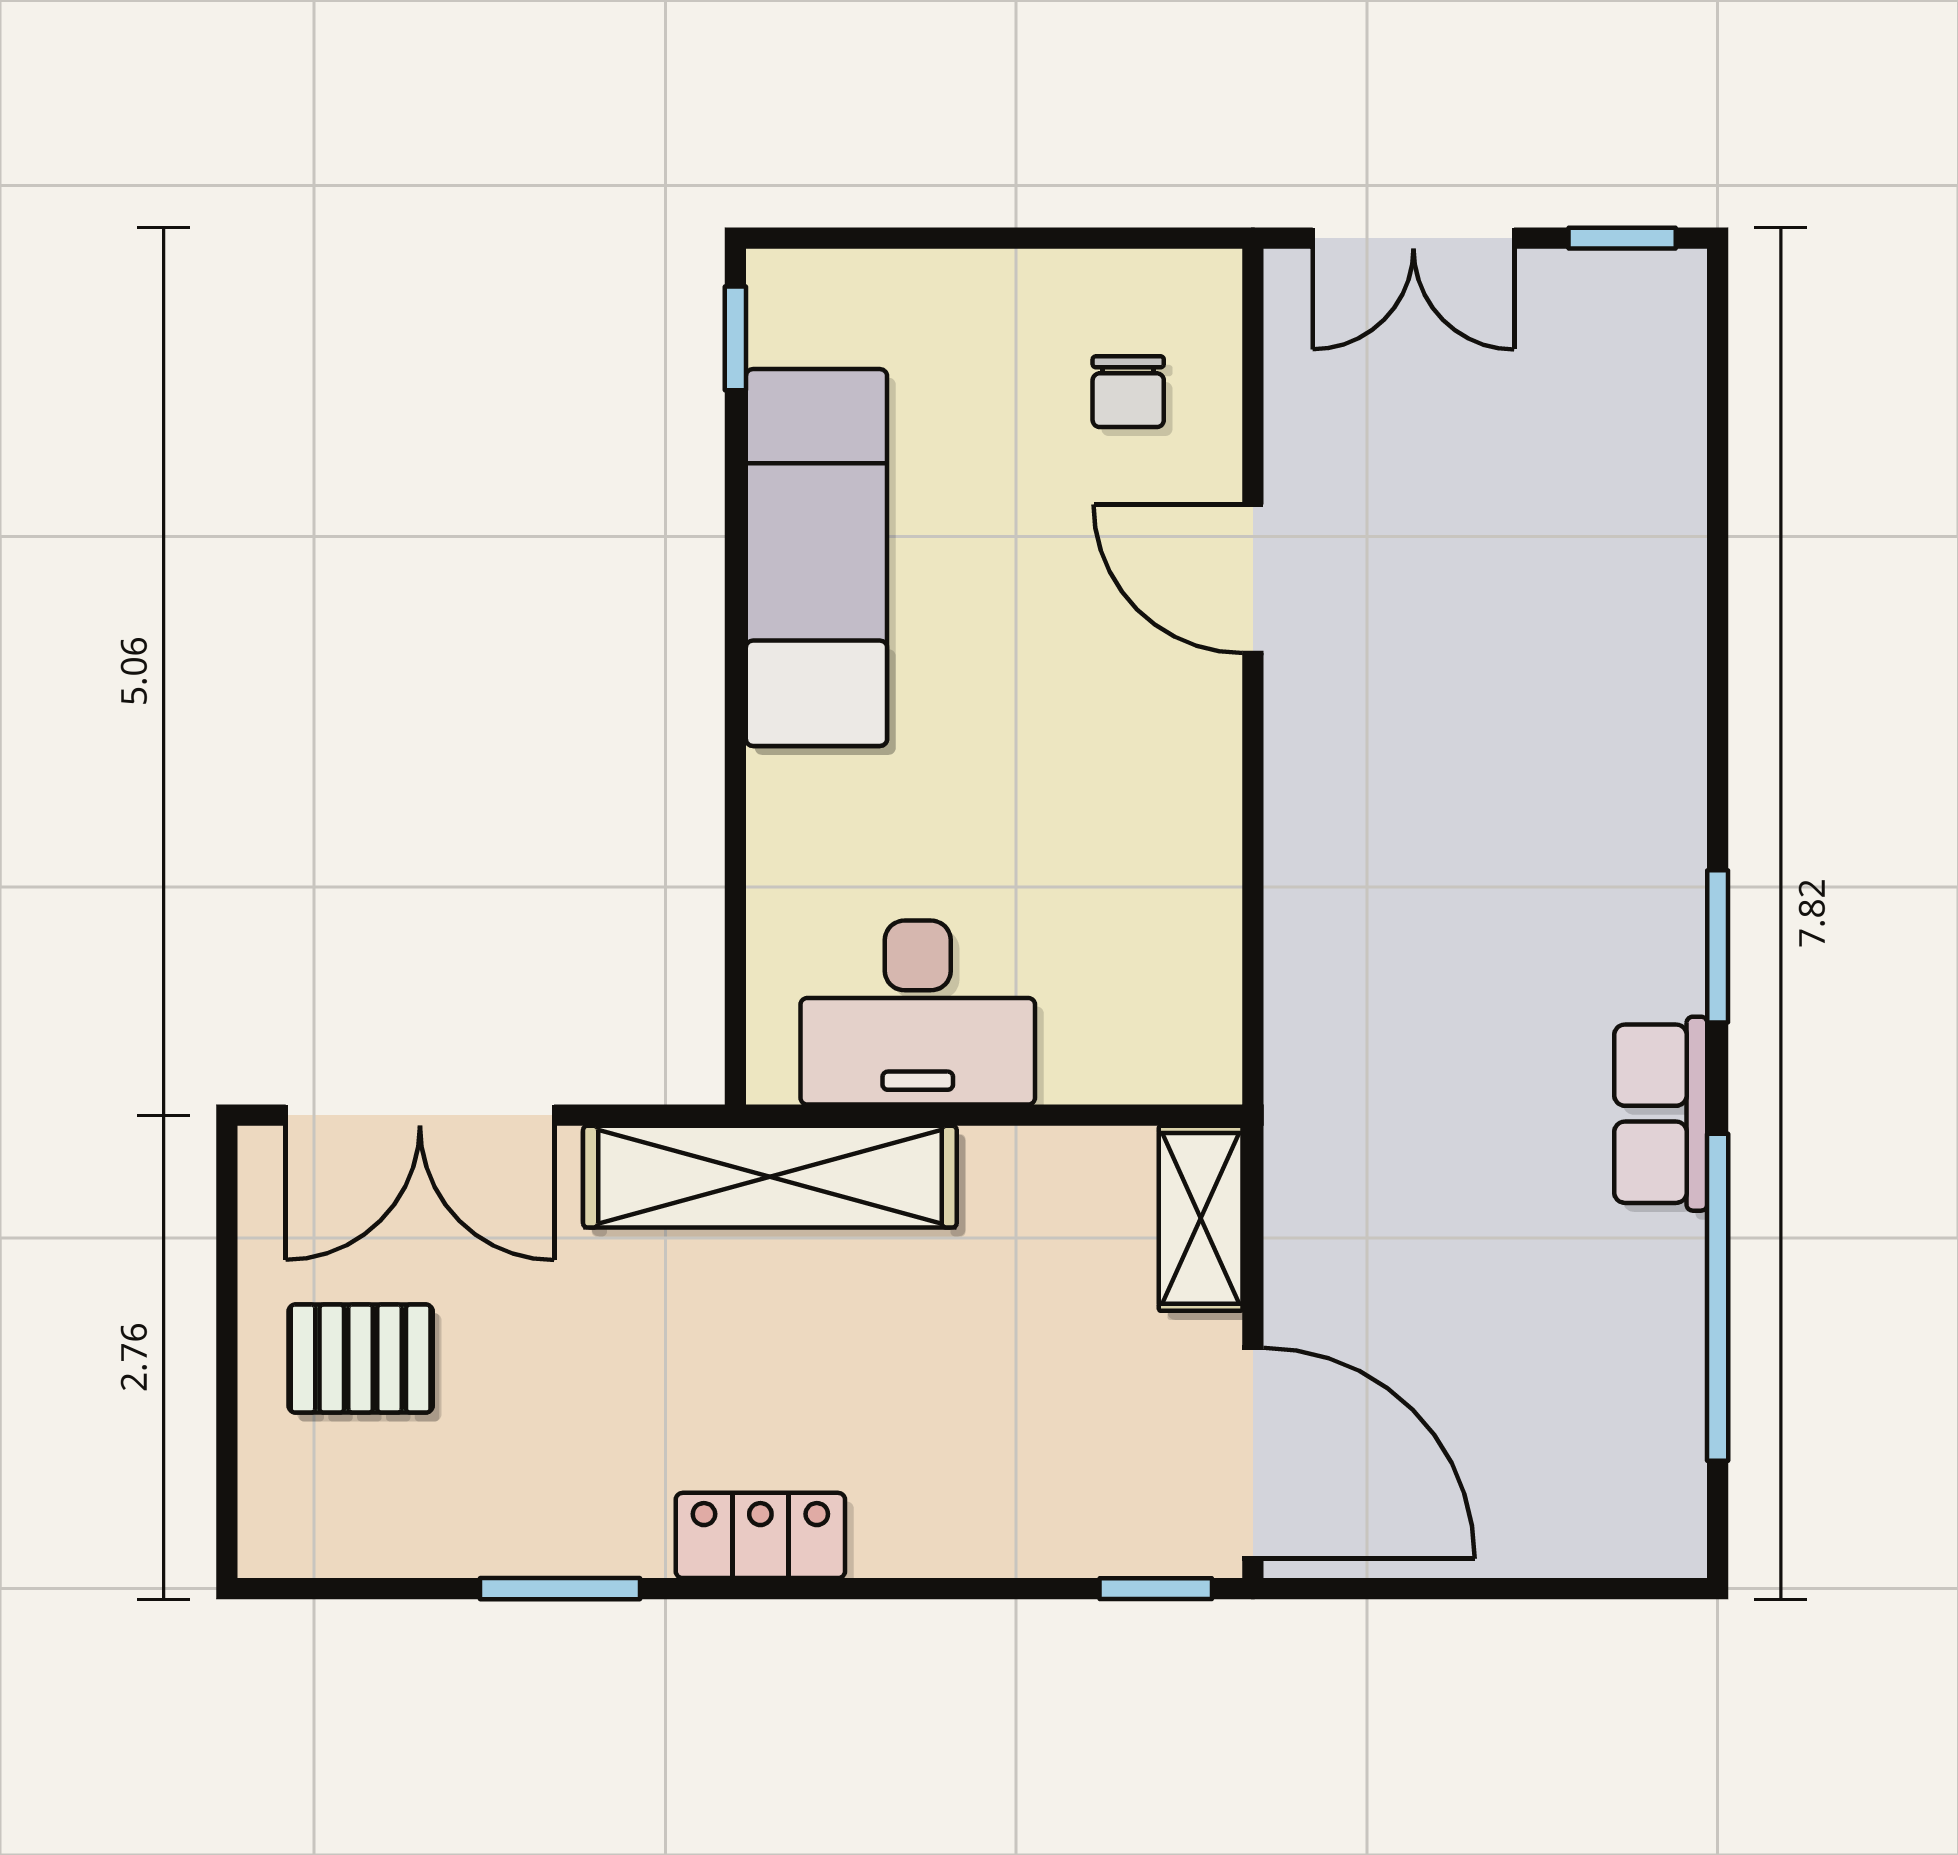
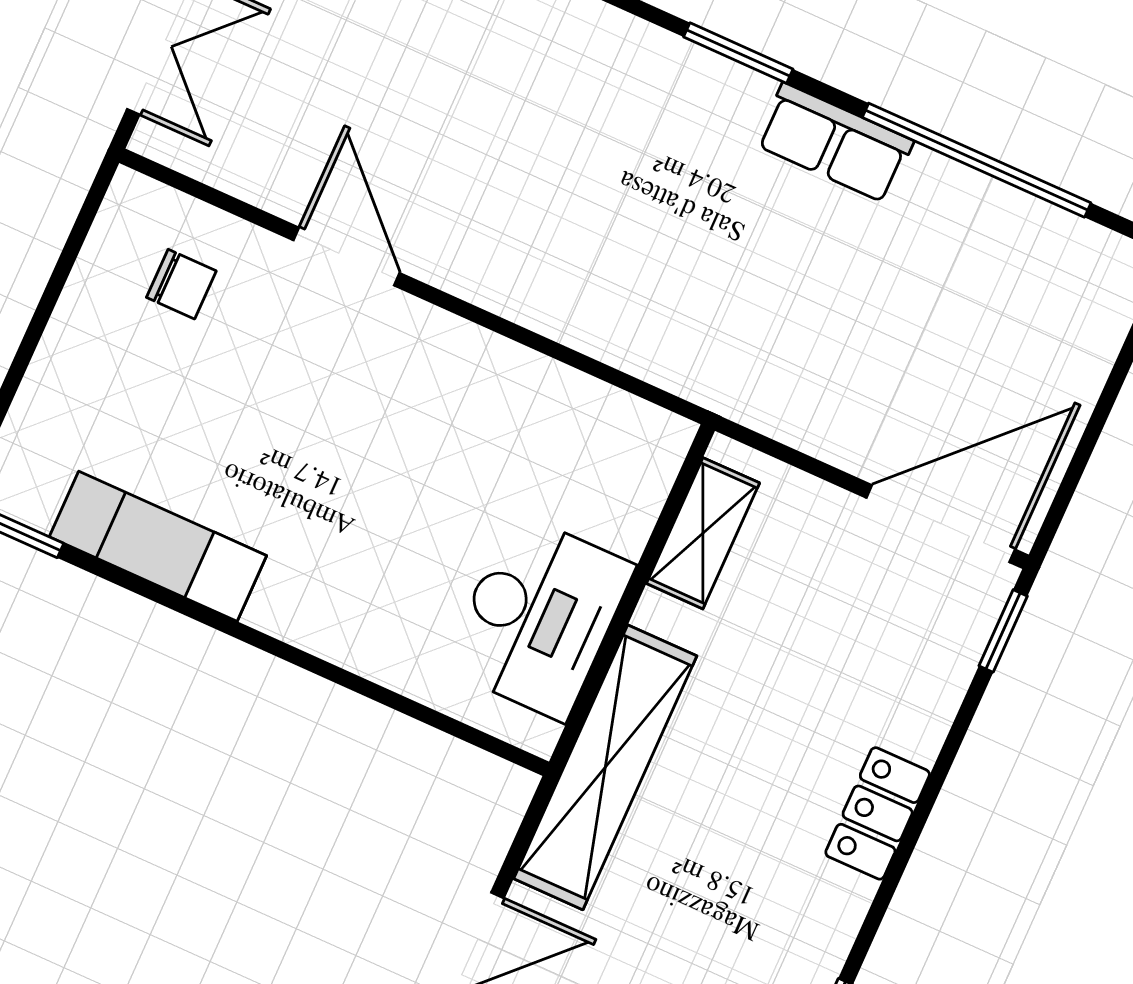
exam couch: (816, 557) -> (158, 546), width x0.73, depth x0.69
door: (1253, 579) -> (347, 257), swing flipped
shelving: (1201, 1218) -> (703, 533), moved, turned 90
locker: (760, 1535) -> (878, 813), moved

